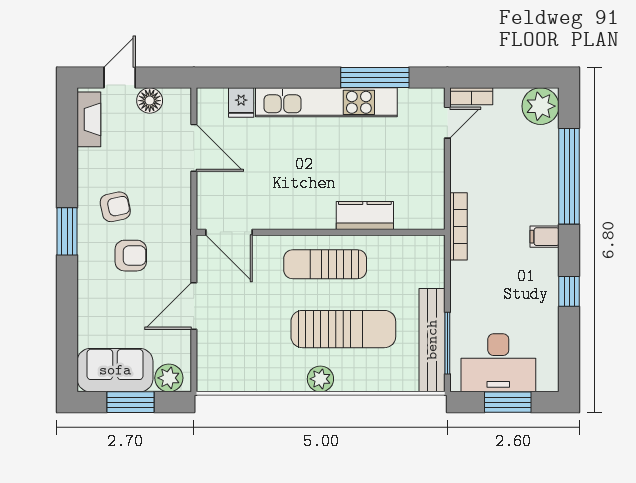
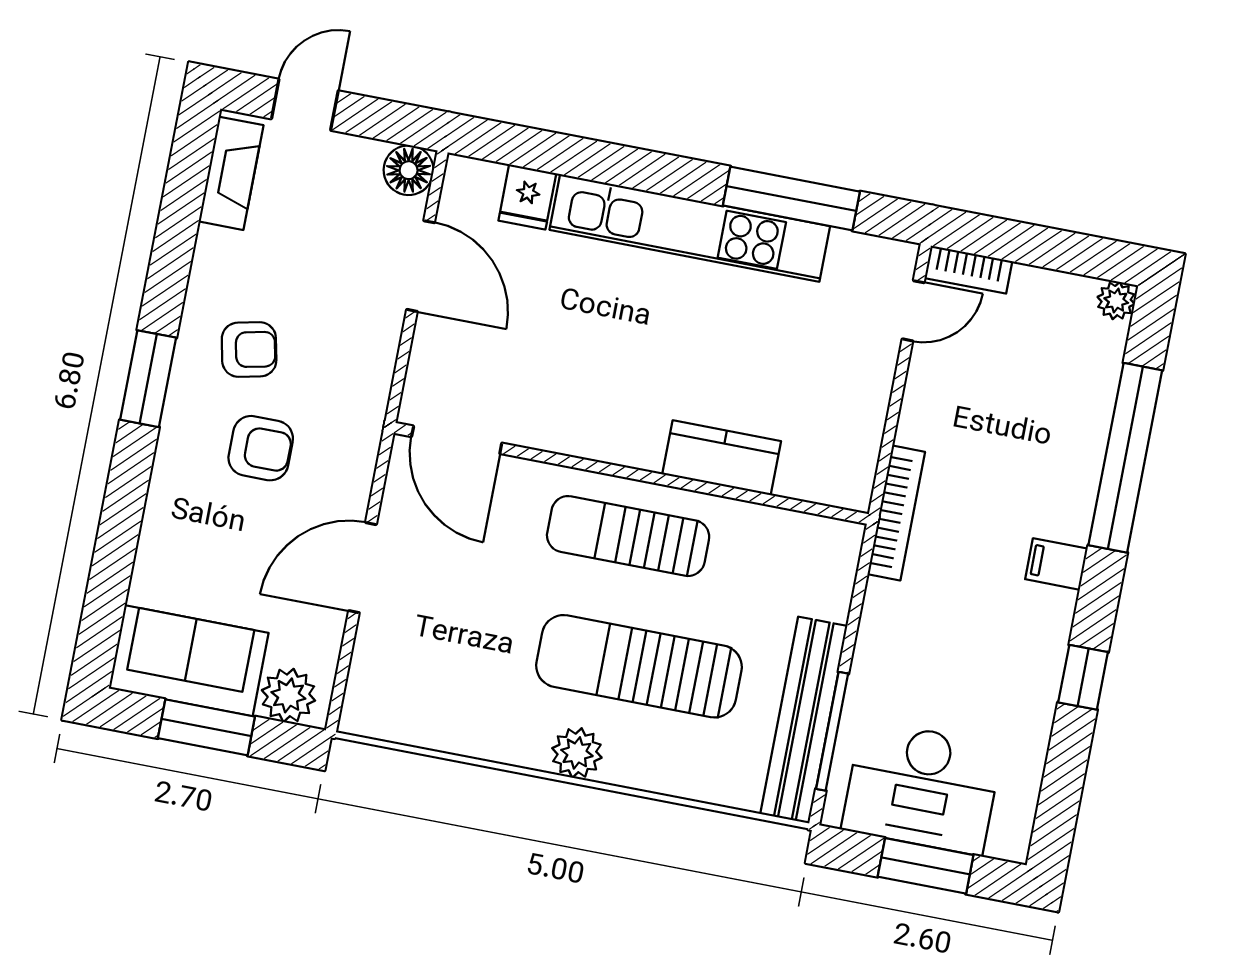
floor lamp: (150, 101) -> (409, 170), moved
plant: (541, 106) -> (1116, 301), width x0.53, depth x0.53
sun lounger: (343, 329) -> (639, 666), turned 180

